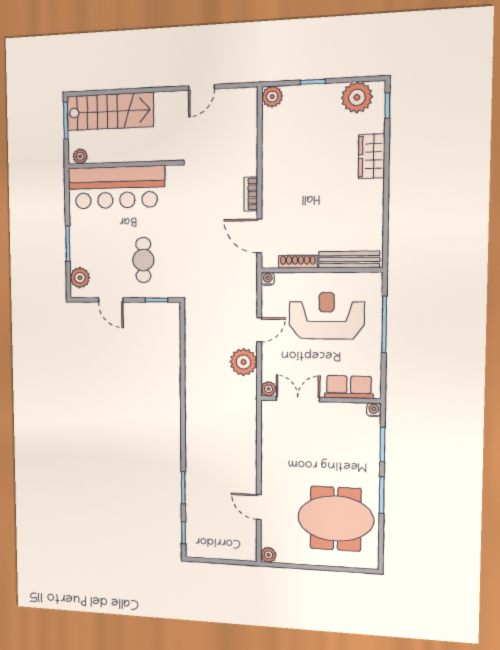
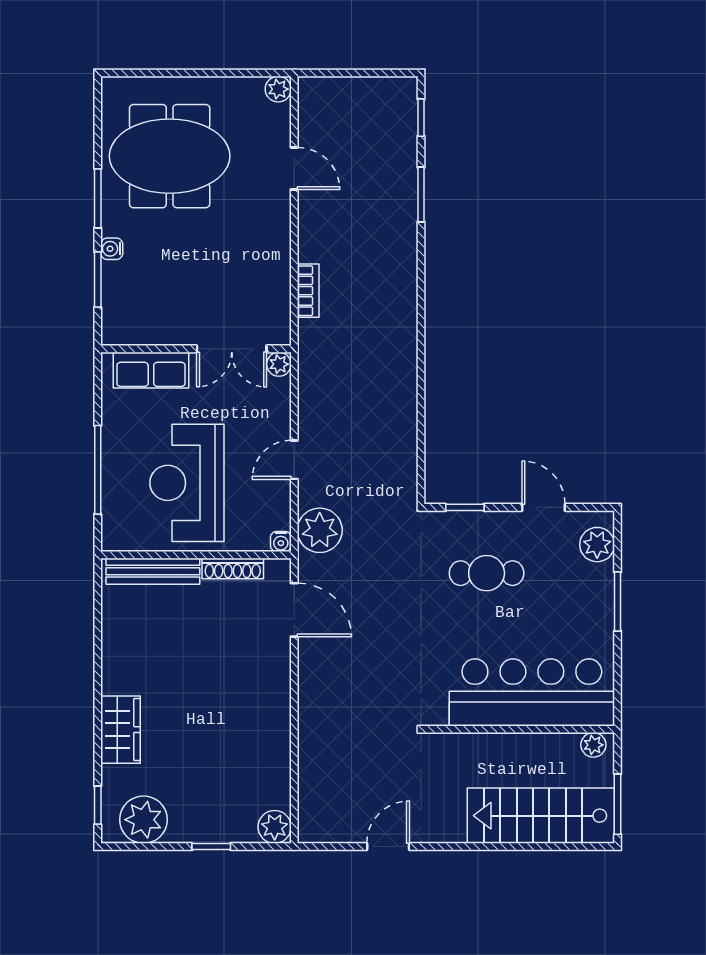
bookcase: (251, 194) -> (308, 291), moved
cafe table: (143, 260) -> (487, 573), turned 90
reception desk: (327, 316) -> (187, 483), turned 90
plant: (244, 362) -> (320, 530), moved
water cooler: (374, 410) -> (112, 249), moved, turned 90

